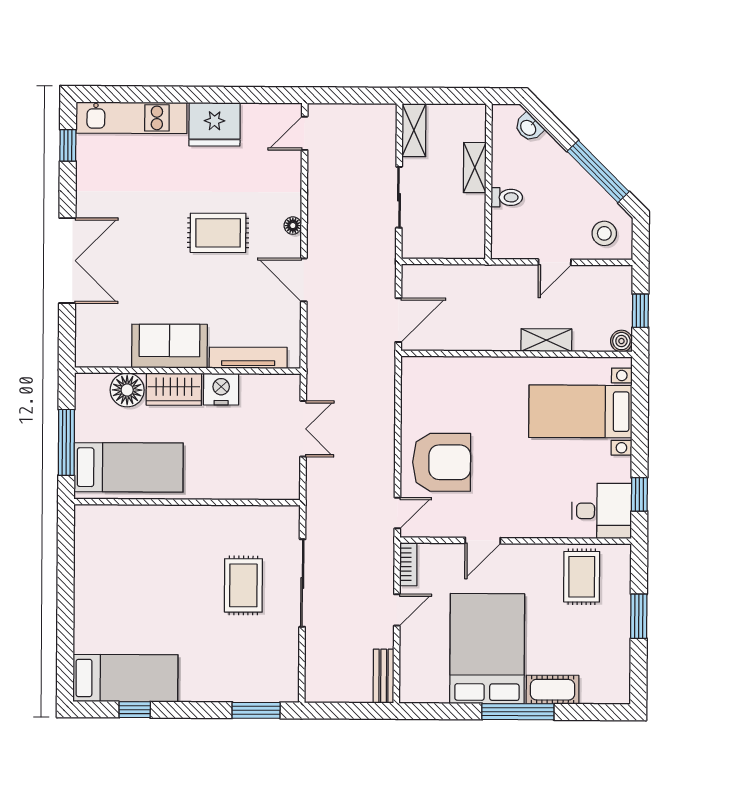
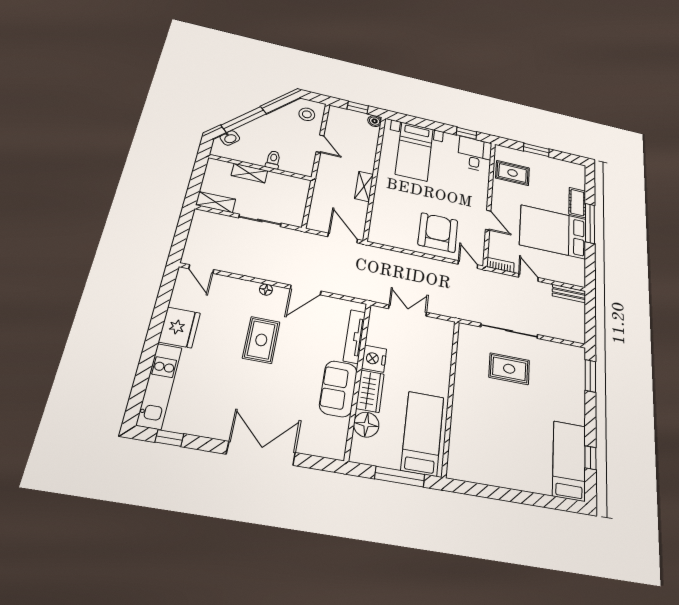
window: (598, 172) -> (244, 119), moved
shelving: (546, 340) -> (364, 186), moved

